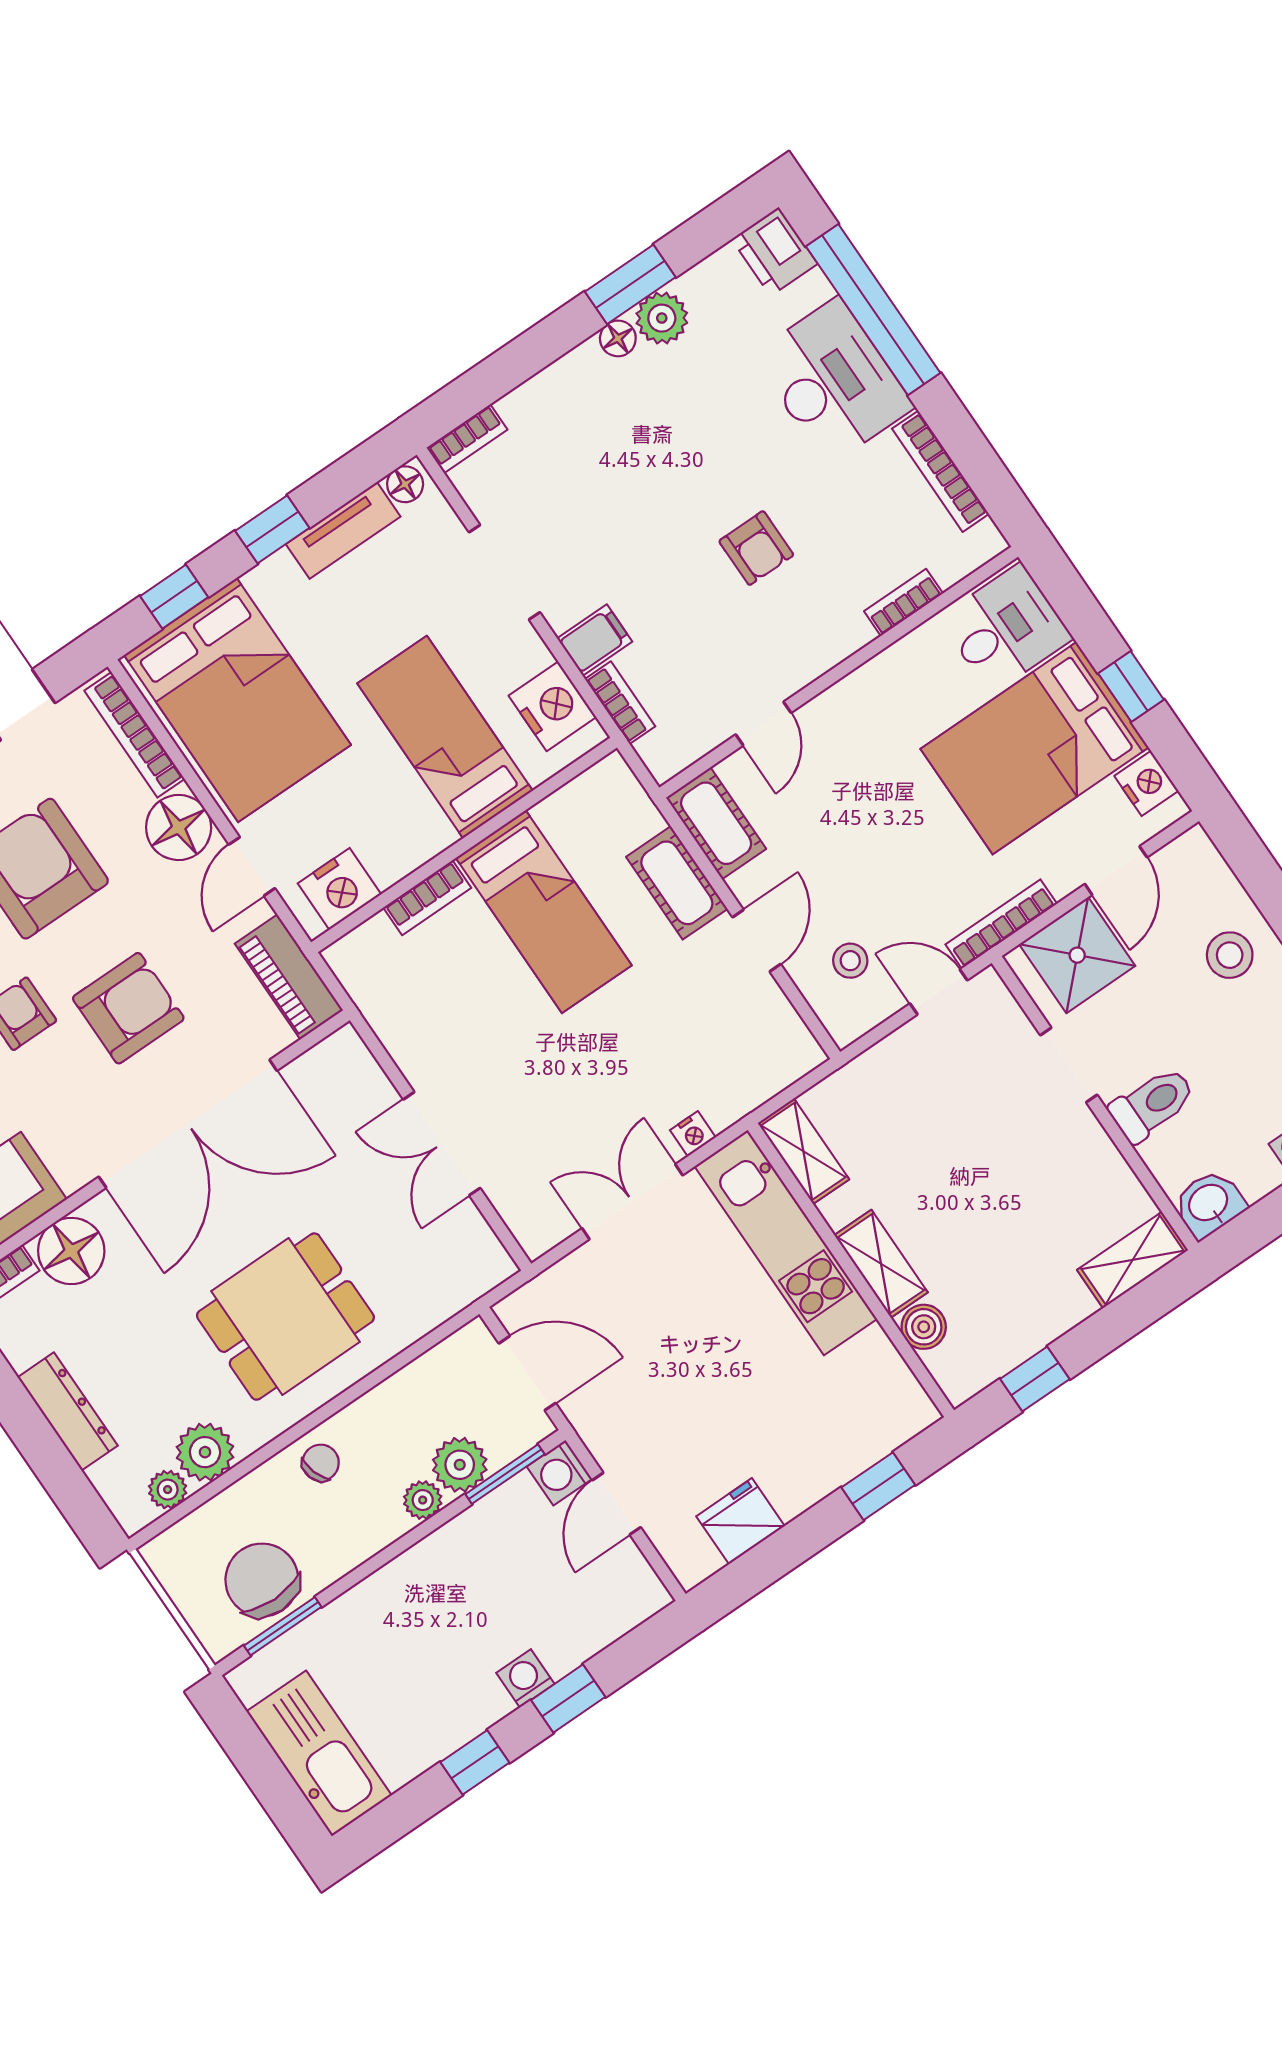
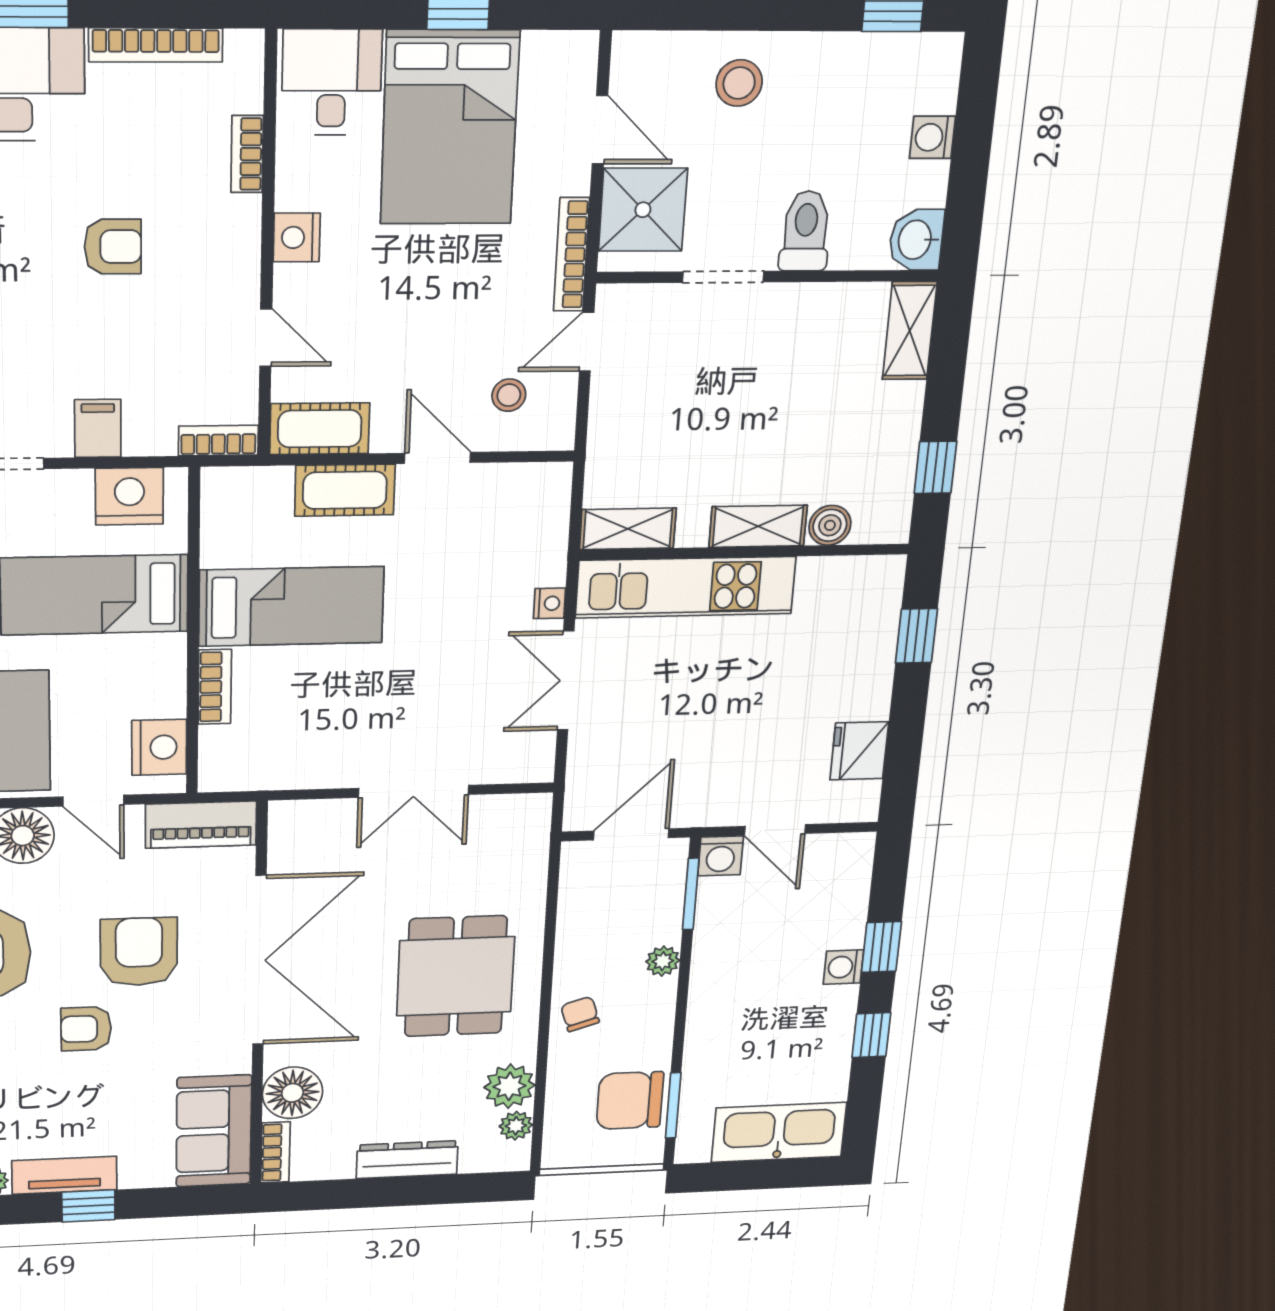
bookcase: (620, 703) -> (218, 440), moved
nightstand: (1146, 783) -> (297, 237), moved, turned -90
plant: (460, 1465) -> (659, 921), removed

